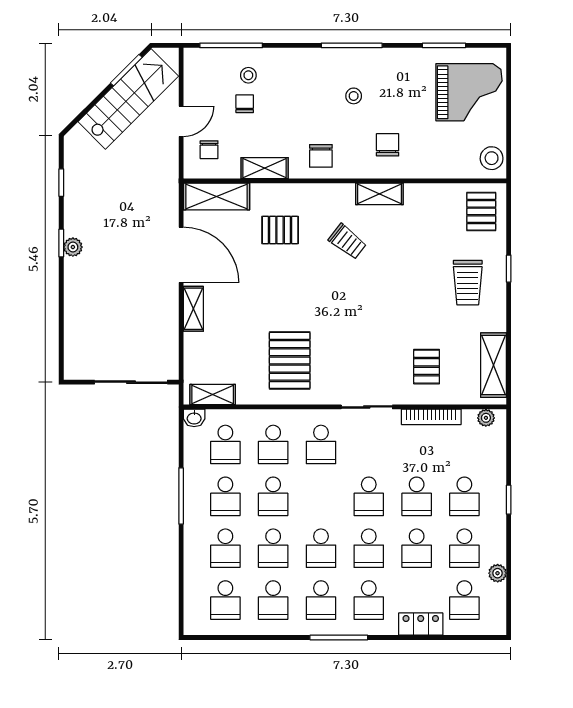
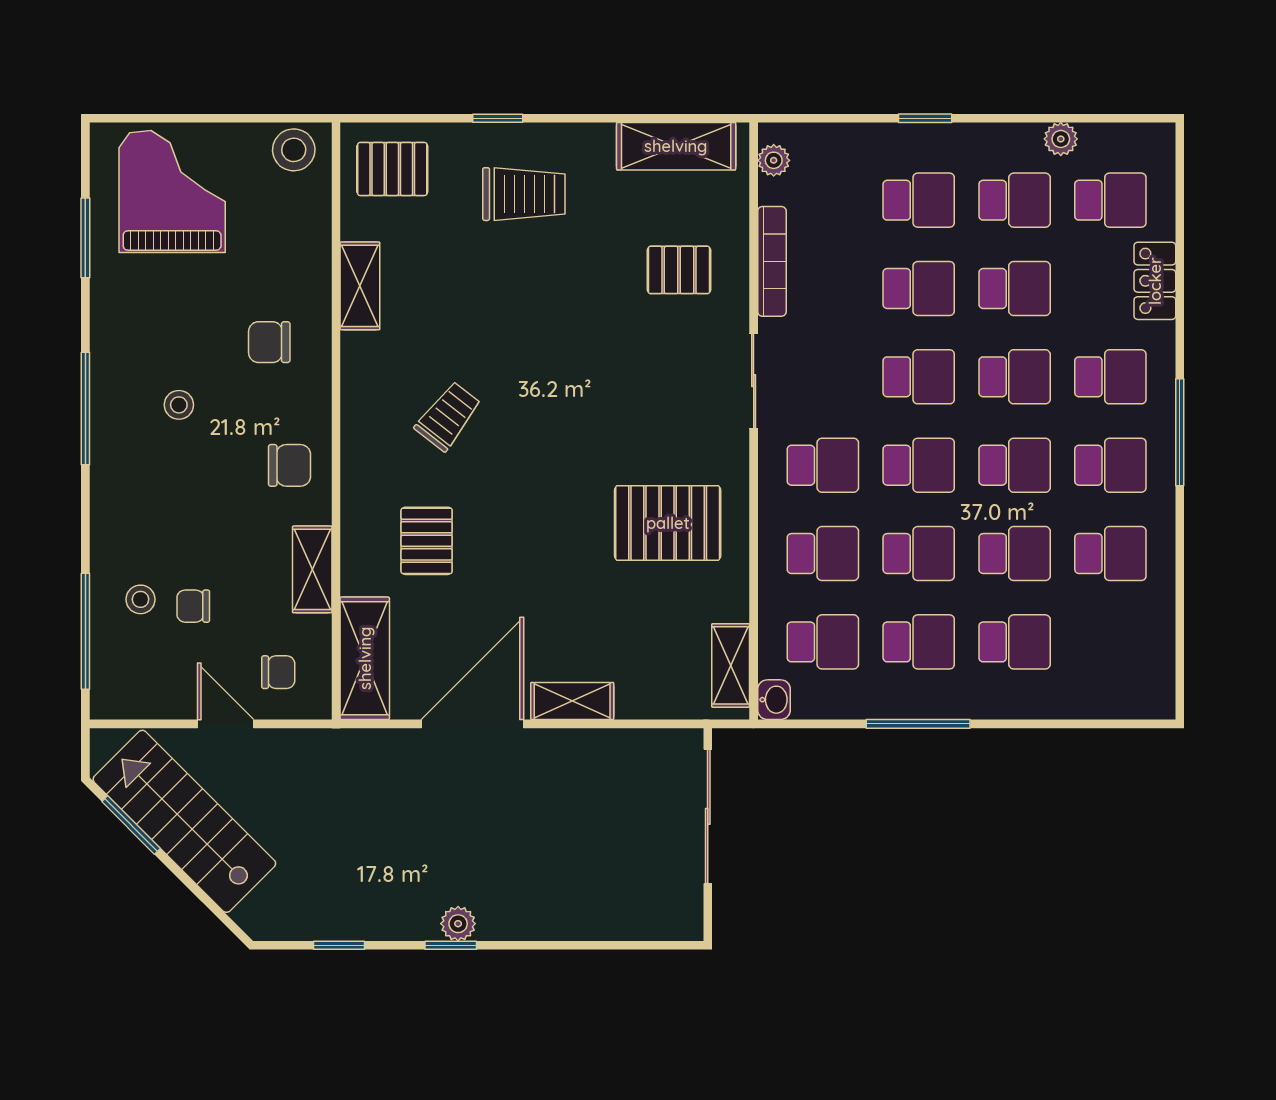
shelving: (379, 194) -> (360, 286), moved
school desk: (225, 600) -> (919, 465), moved

